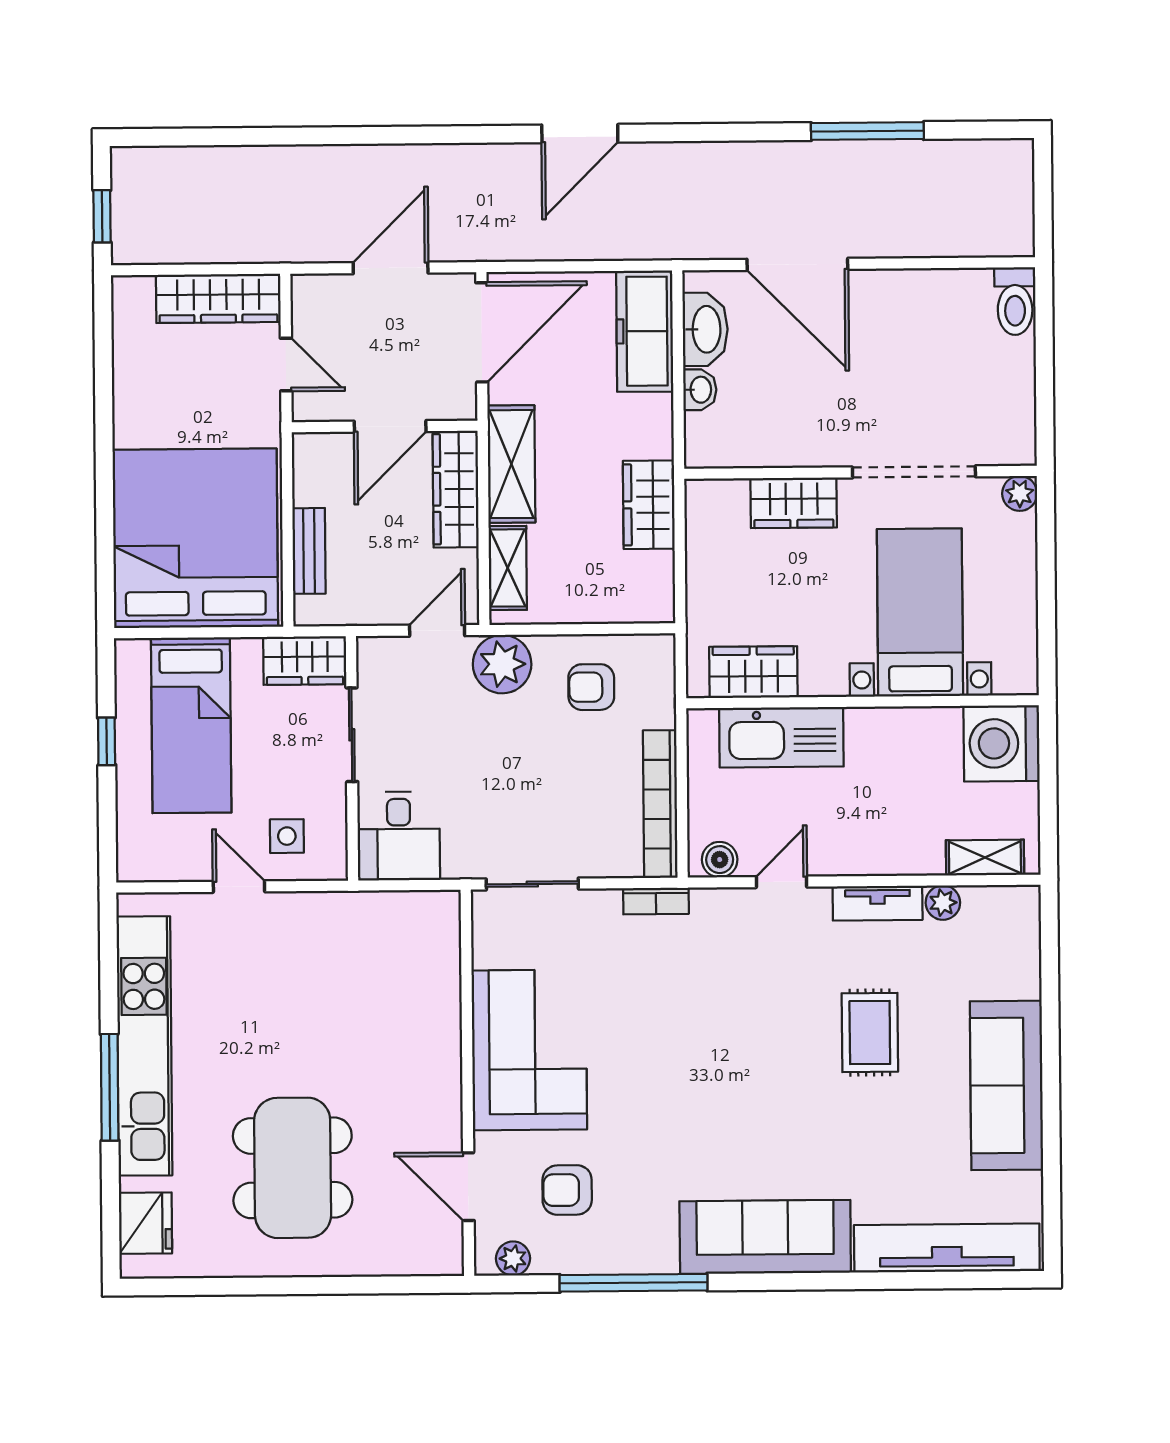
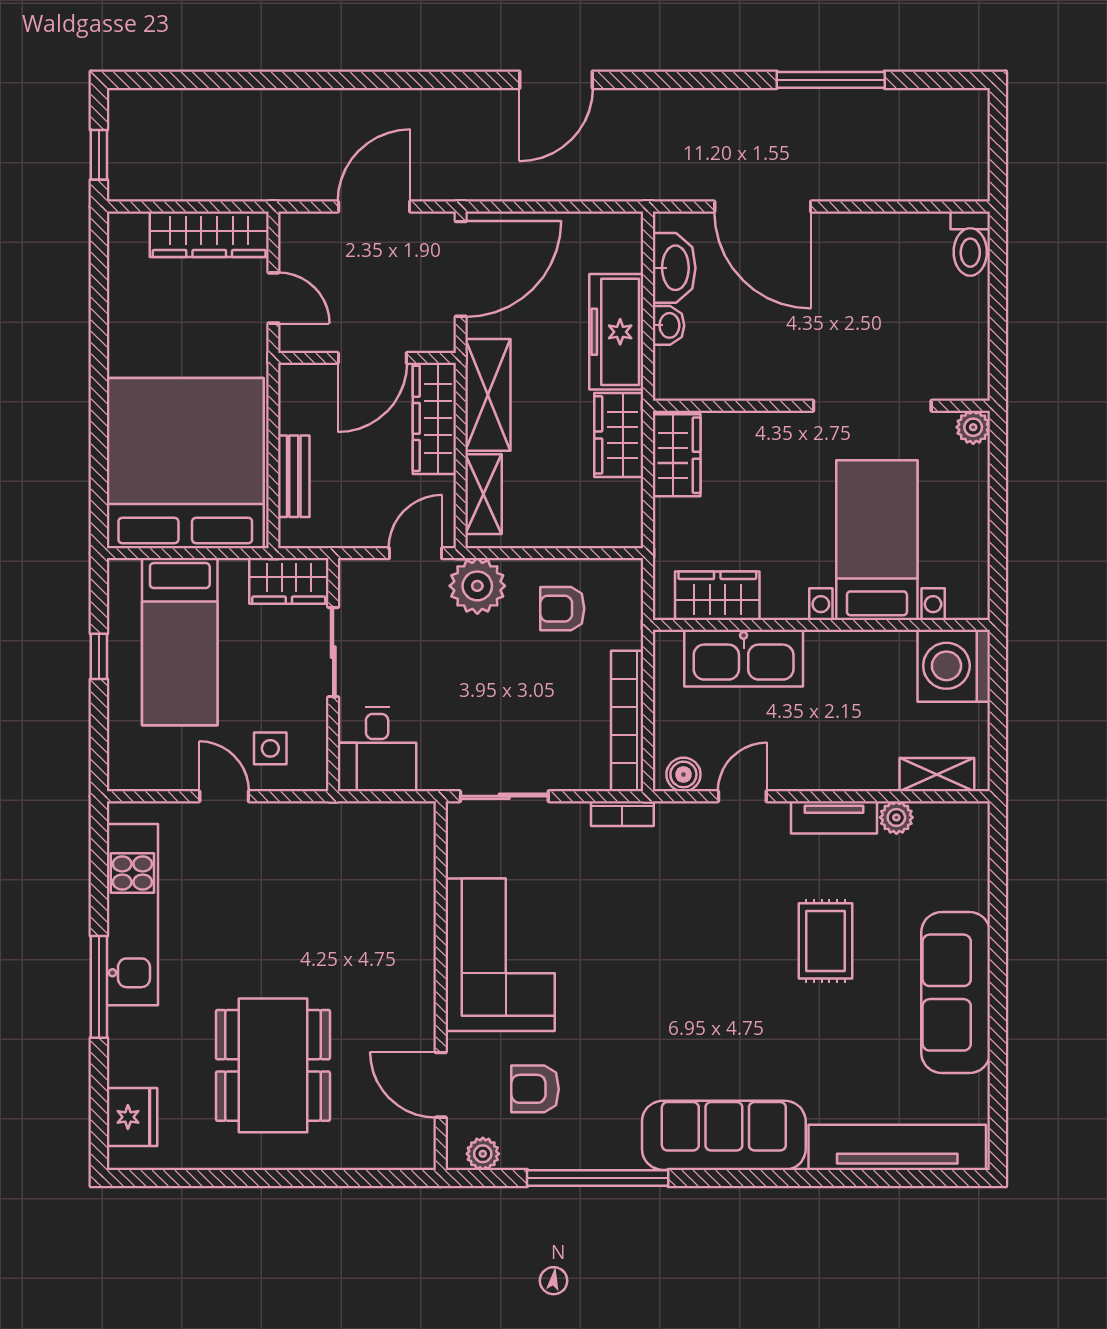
freezer: (645, 331) -> (616, 332), moved
wardrobe: (794, 503) -> (677, 455), moved, turned -90
kitchen unit: (144, 1046) -> (132, 915), width x0.73

